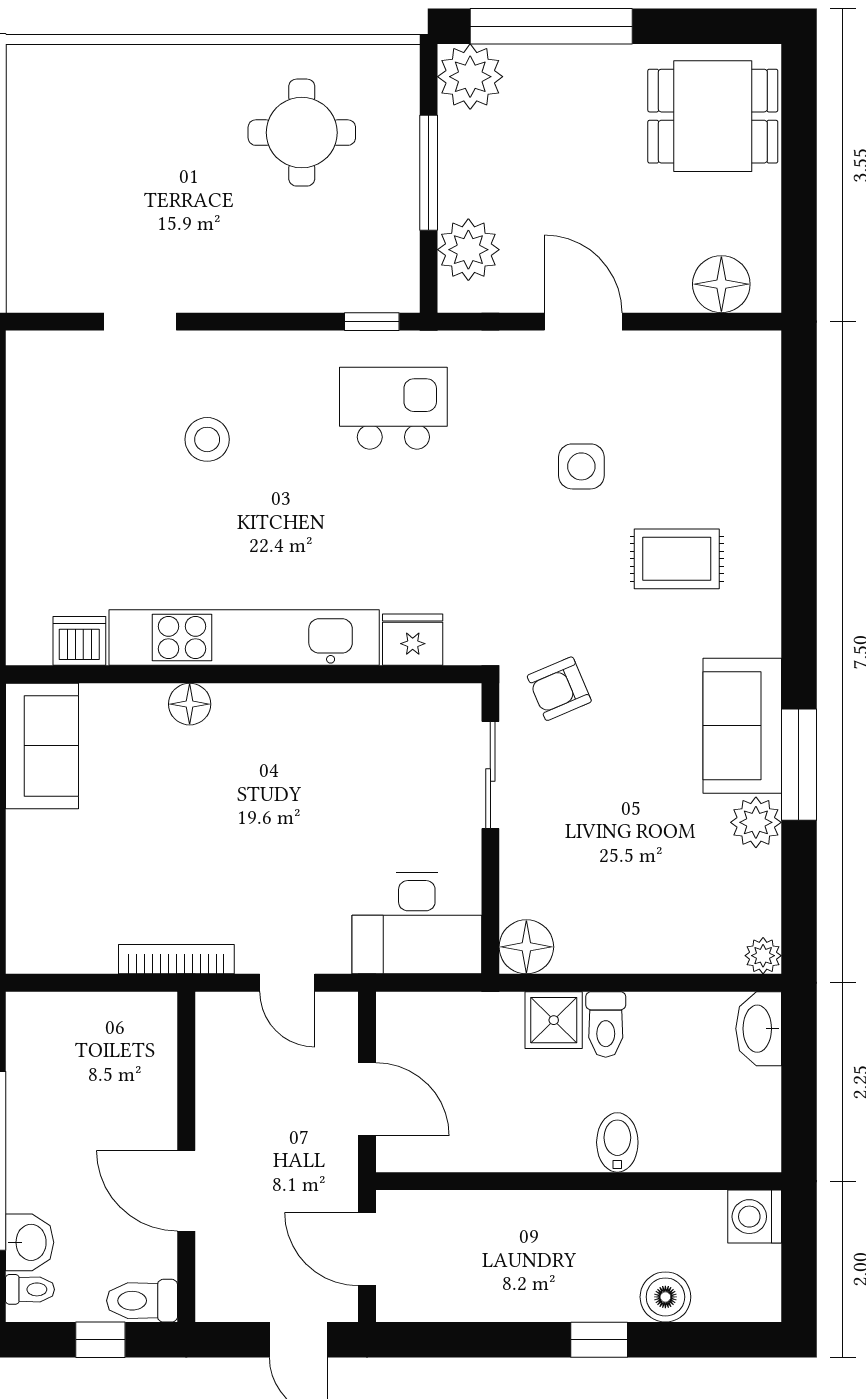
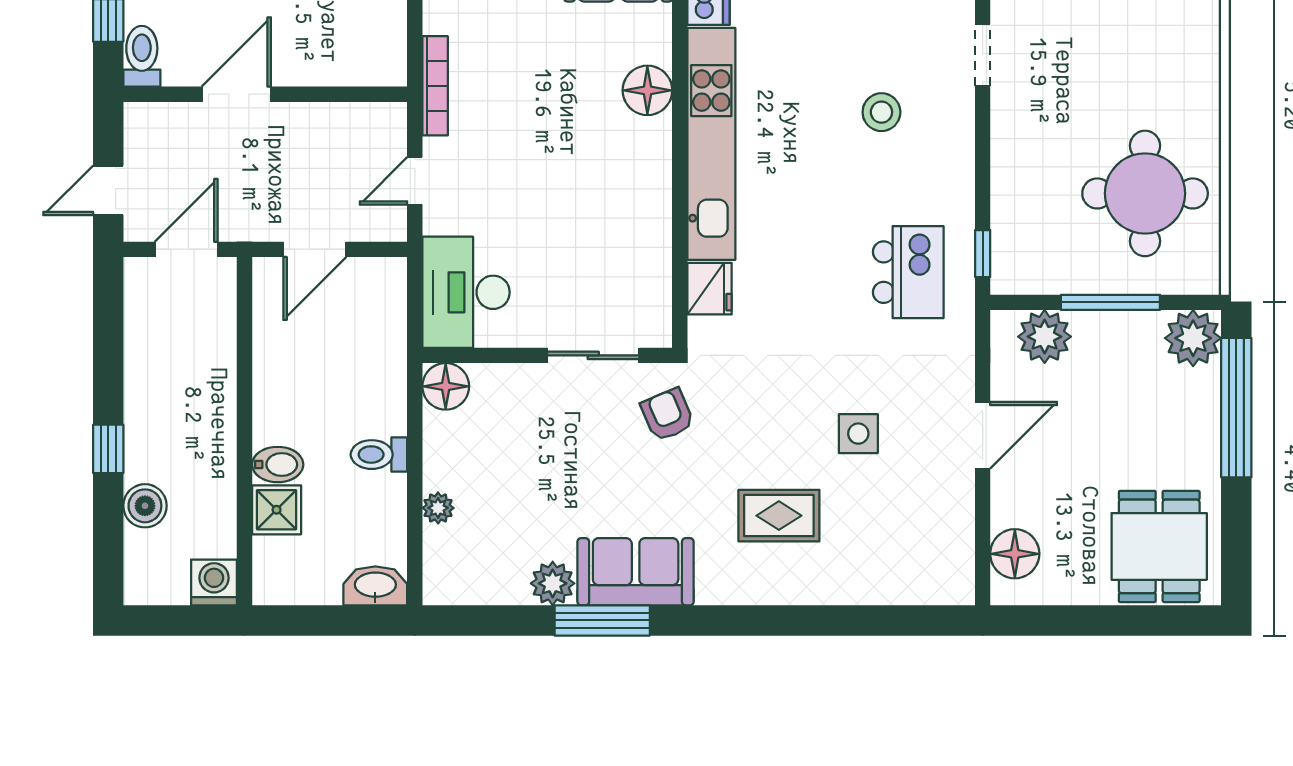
round table: (302, 133) -> (1145, 193), width x1.36, depth x1.36
rug: (677, 559) -> (779, 516), turned 90
floor lamp: (190, 704) -> (647, 90), width x1.38, depth x1.38
plant: (763, 956) -> (438, 508), moved
shower: (554, 1020) -> (277, 510), moved

